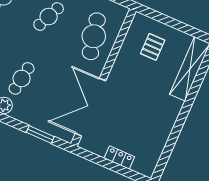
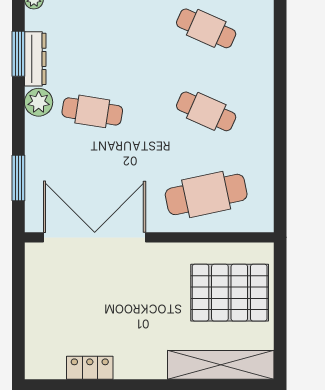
pallet: (153, 47) -> (230, 293), width x2.05, depth x2.00
locker: (119, 157) -> (90, 368), moved, turned -90

